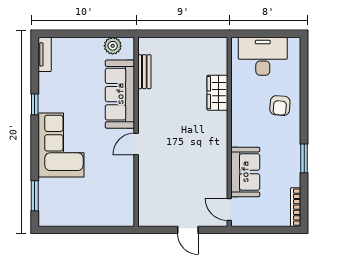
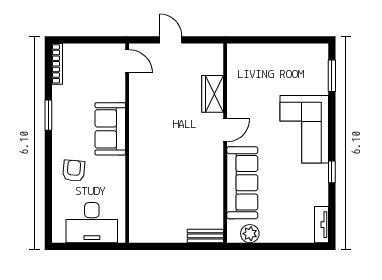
bench: (144, 72) -> (205, 236), moved, turned 90
wardrobe: (217, 93) -> (213, 94), moved, turned 180
sofa: (245, 172) -> (110, 129), moved

